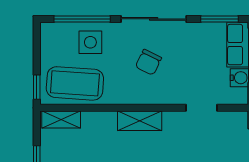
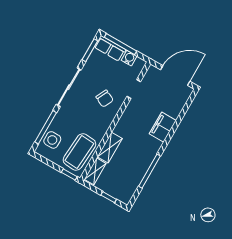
side table: (90, 42) -> (52, 140), moved
chair: (148, 62) -> (105, 99), moved
shelving: (140, 121) -> (110, 148), moved

